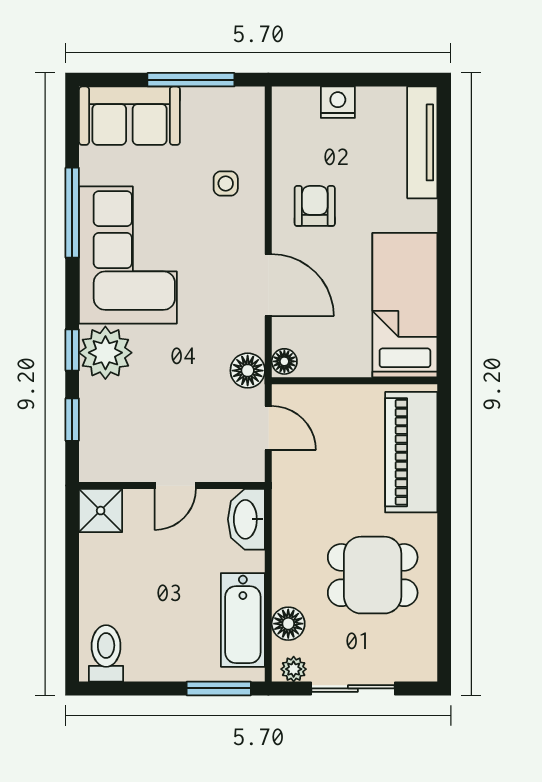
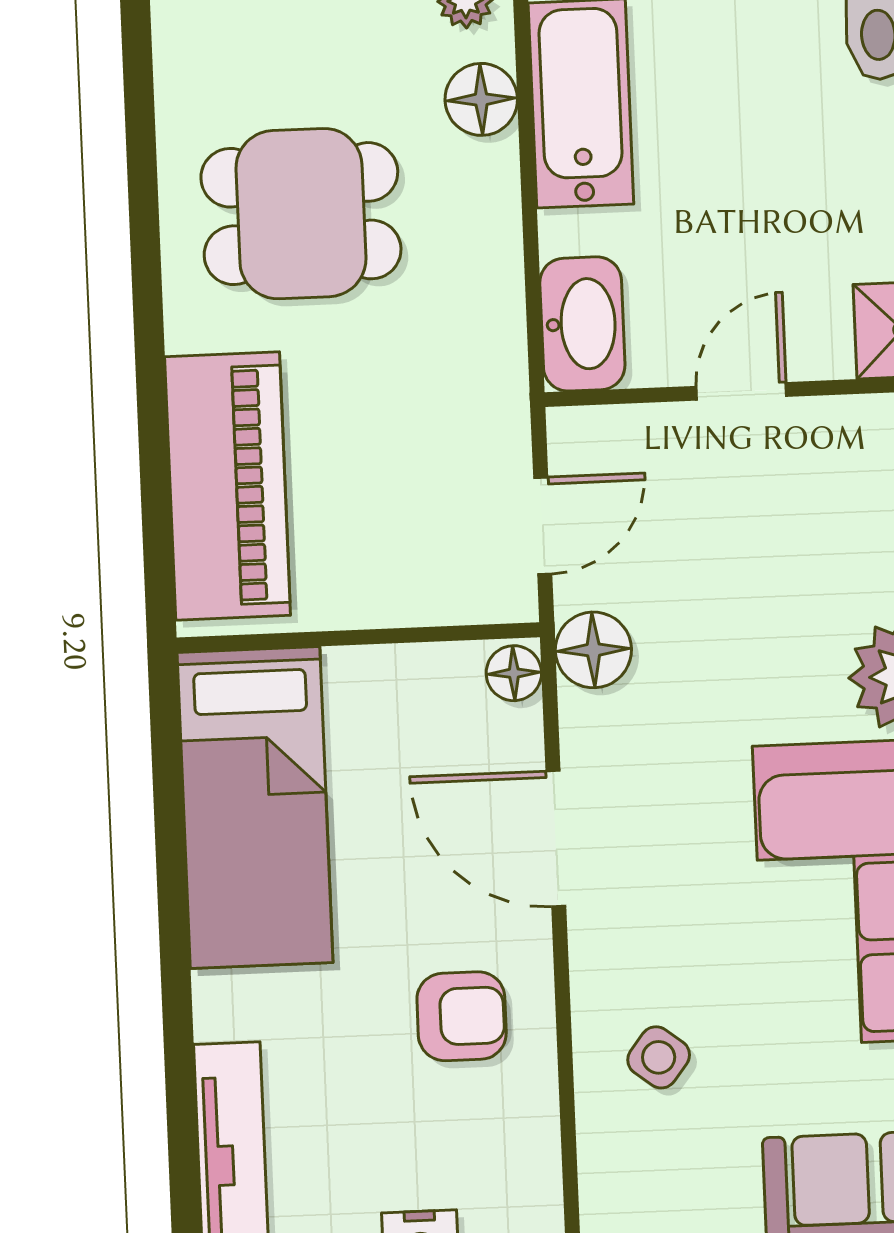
side table: (226, 183) -> (659, 1057), turned 38
armchair: (315, 206) -> (462, 1016), turned -90
door: (268, 428) -> (543, 526), swing flipped

